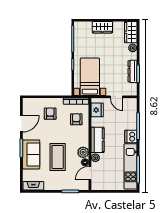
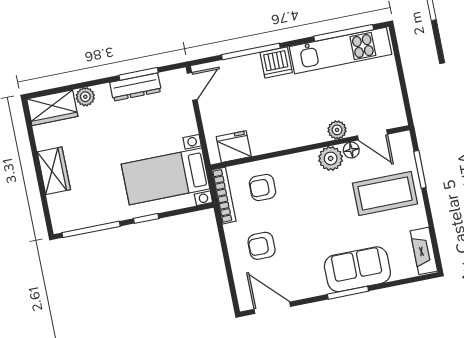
door: (117, 97) -> (192, 86), moved
door: (21, 124) -> (272, 308), moved
kitchen counter: (98, 140) -> (298, 133), removed
coffee table: (58, 157) -> (385, 193), moved

